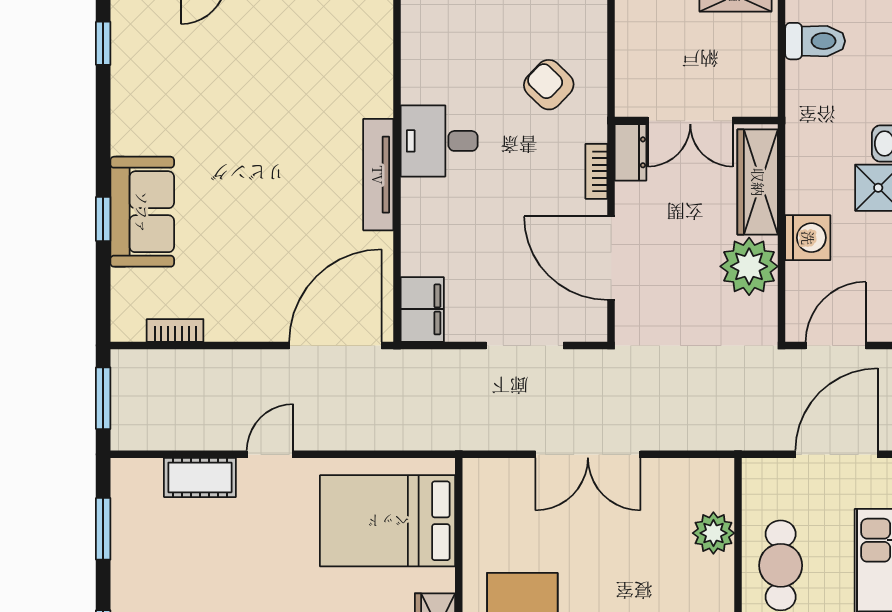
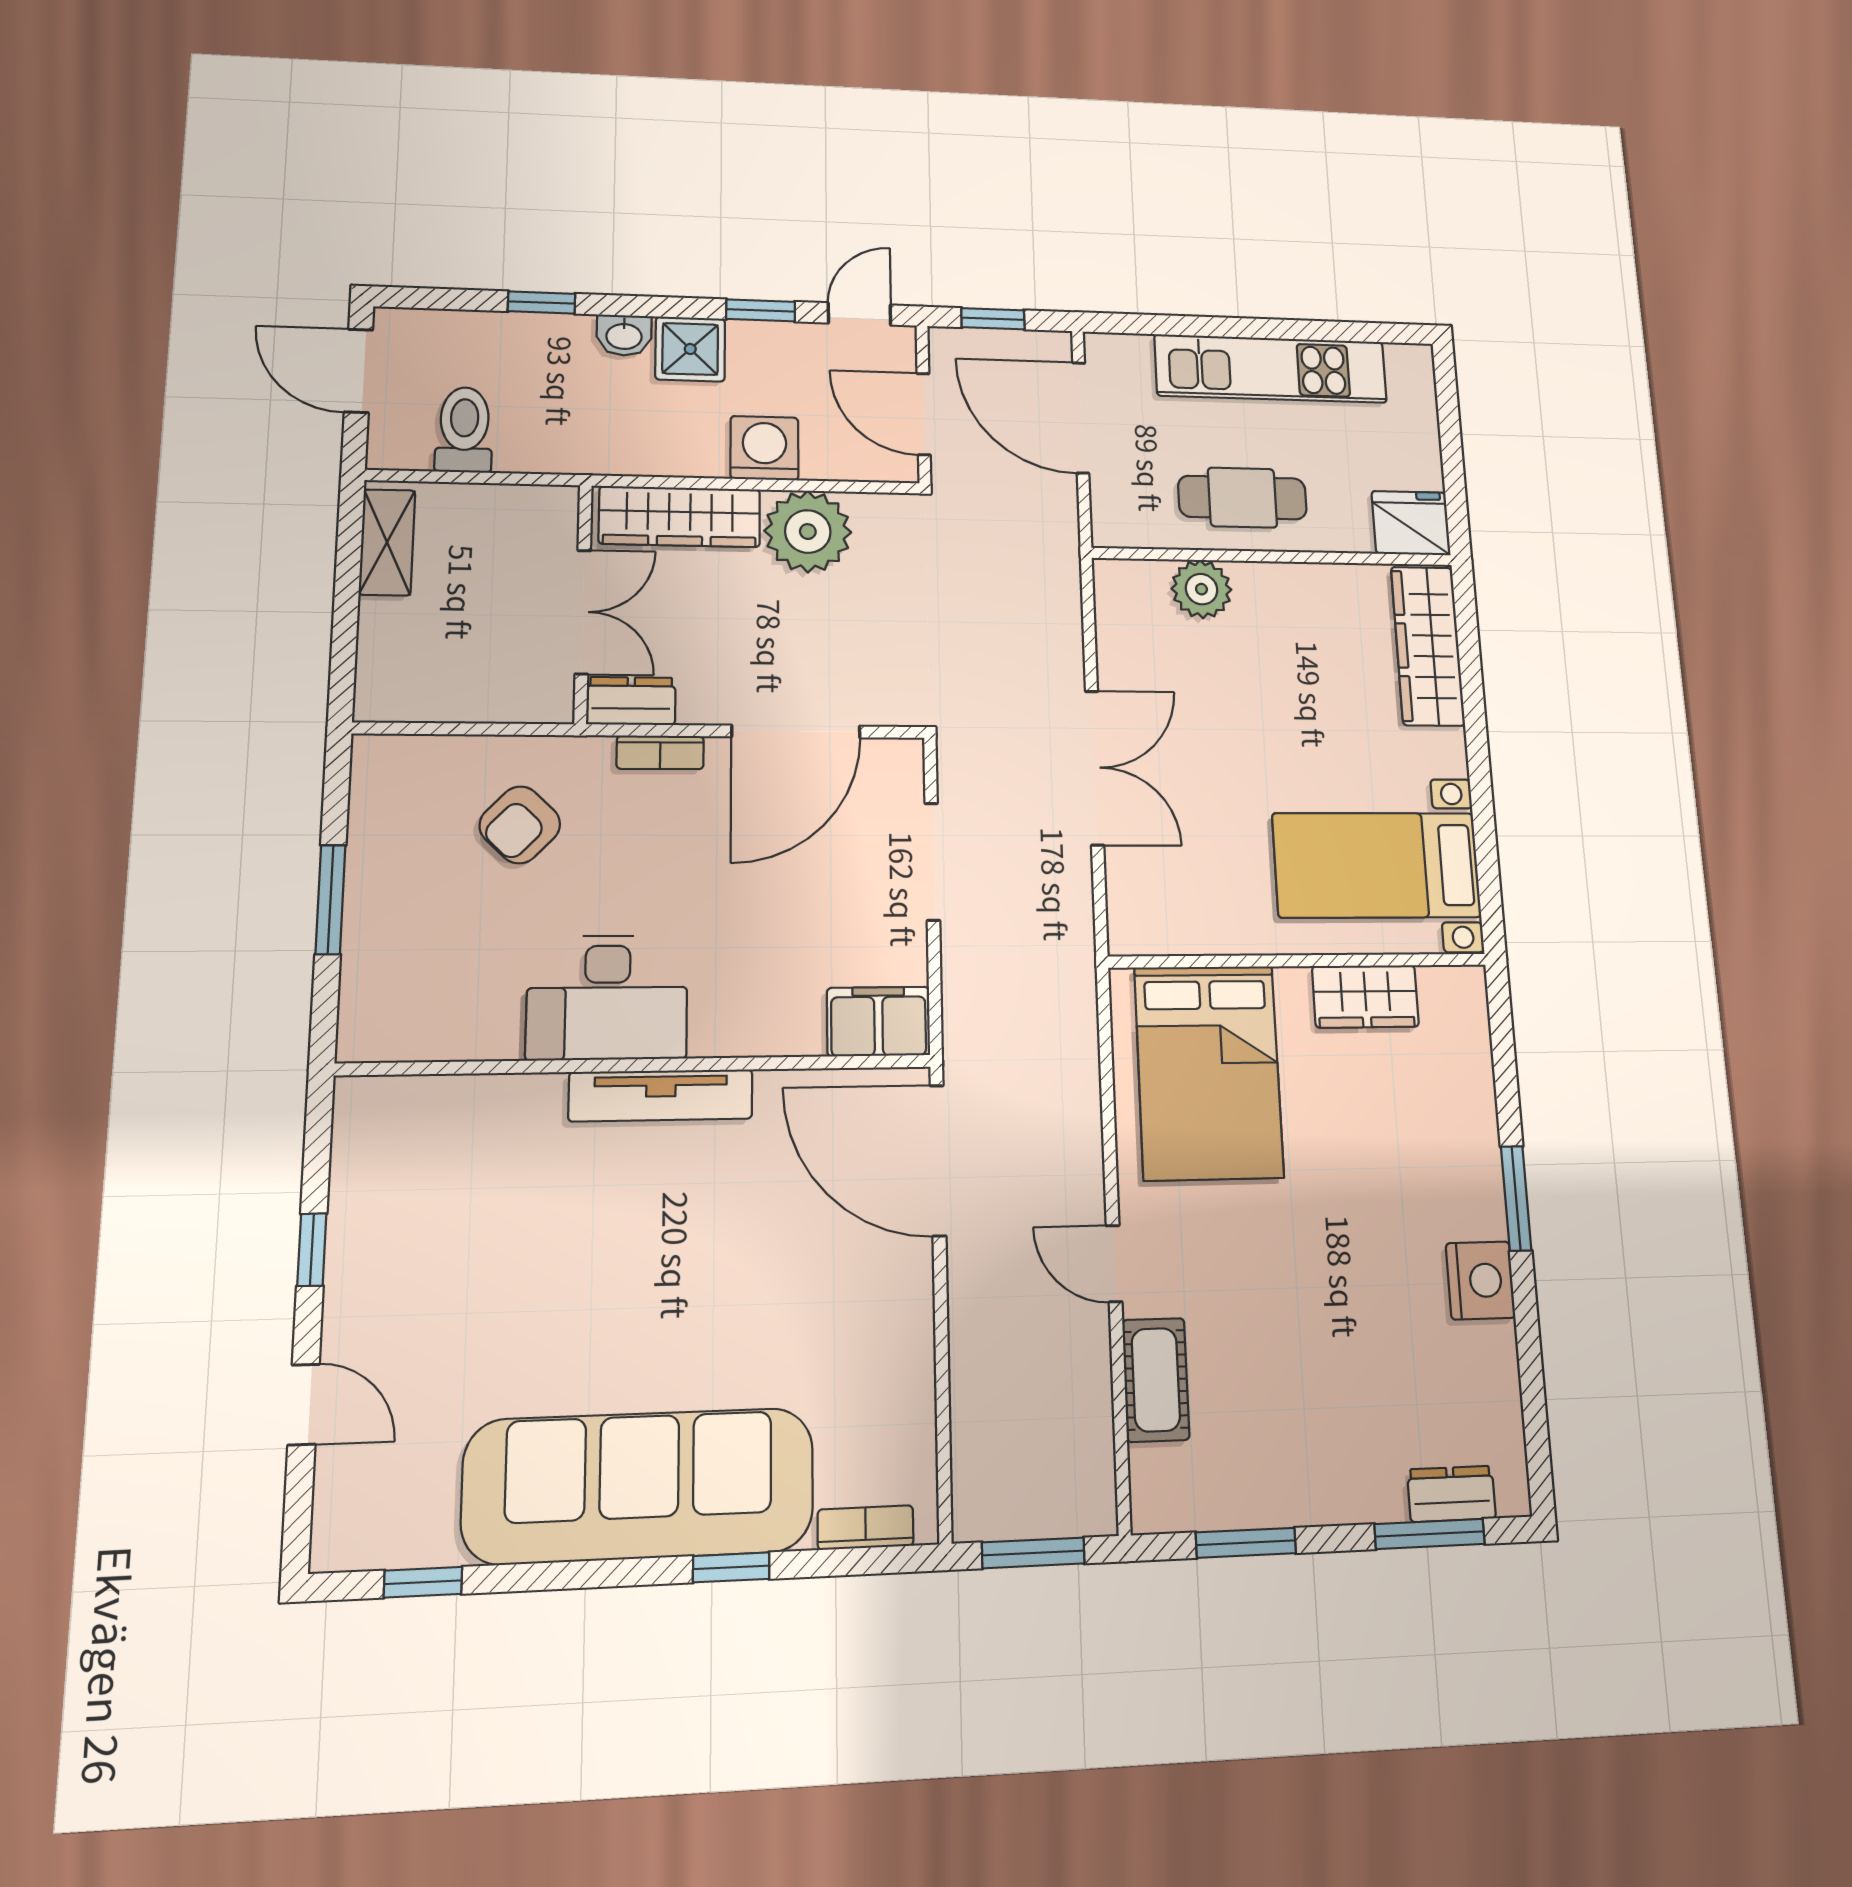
desk: (439, 141) -> (607, 997), width x1.37
sofa: (142, 212) -> (639, 1486), width x1.85, depth x1.27
bookcase: (175, 330) -> (866, 1528), moved, turned 90

